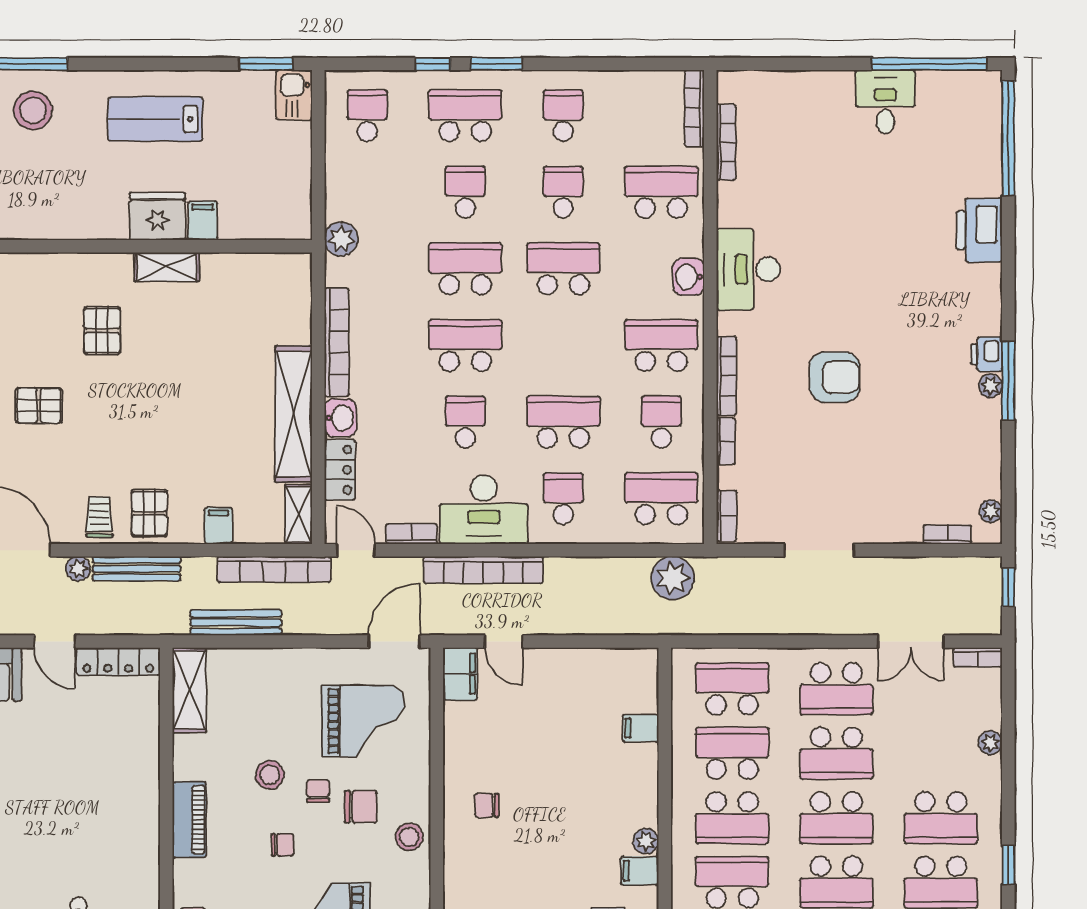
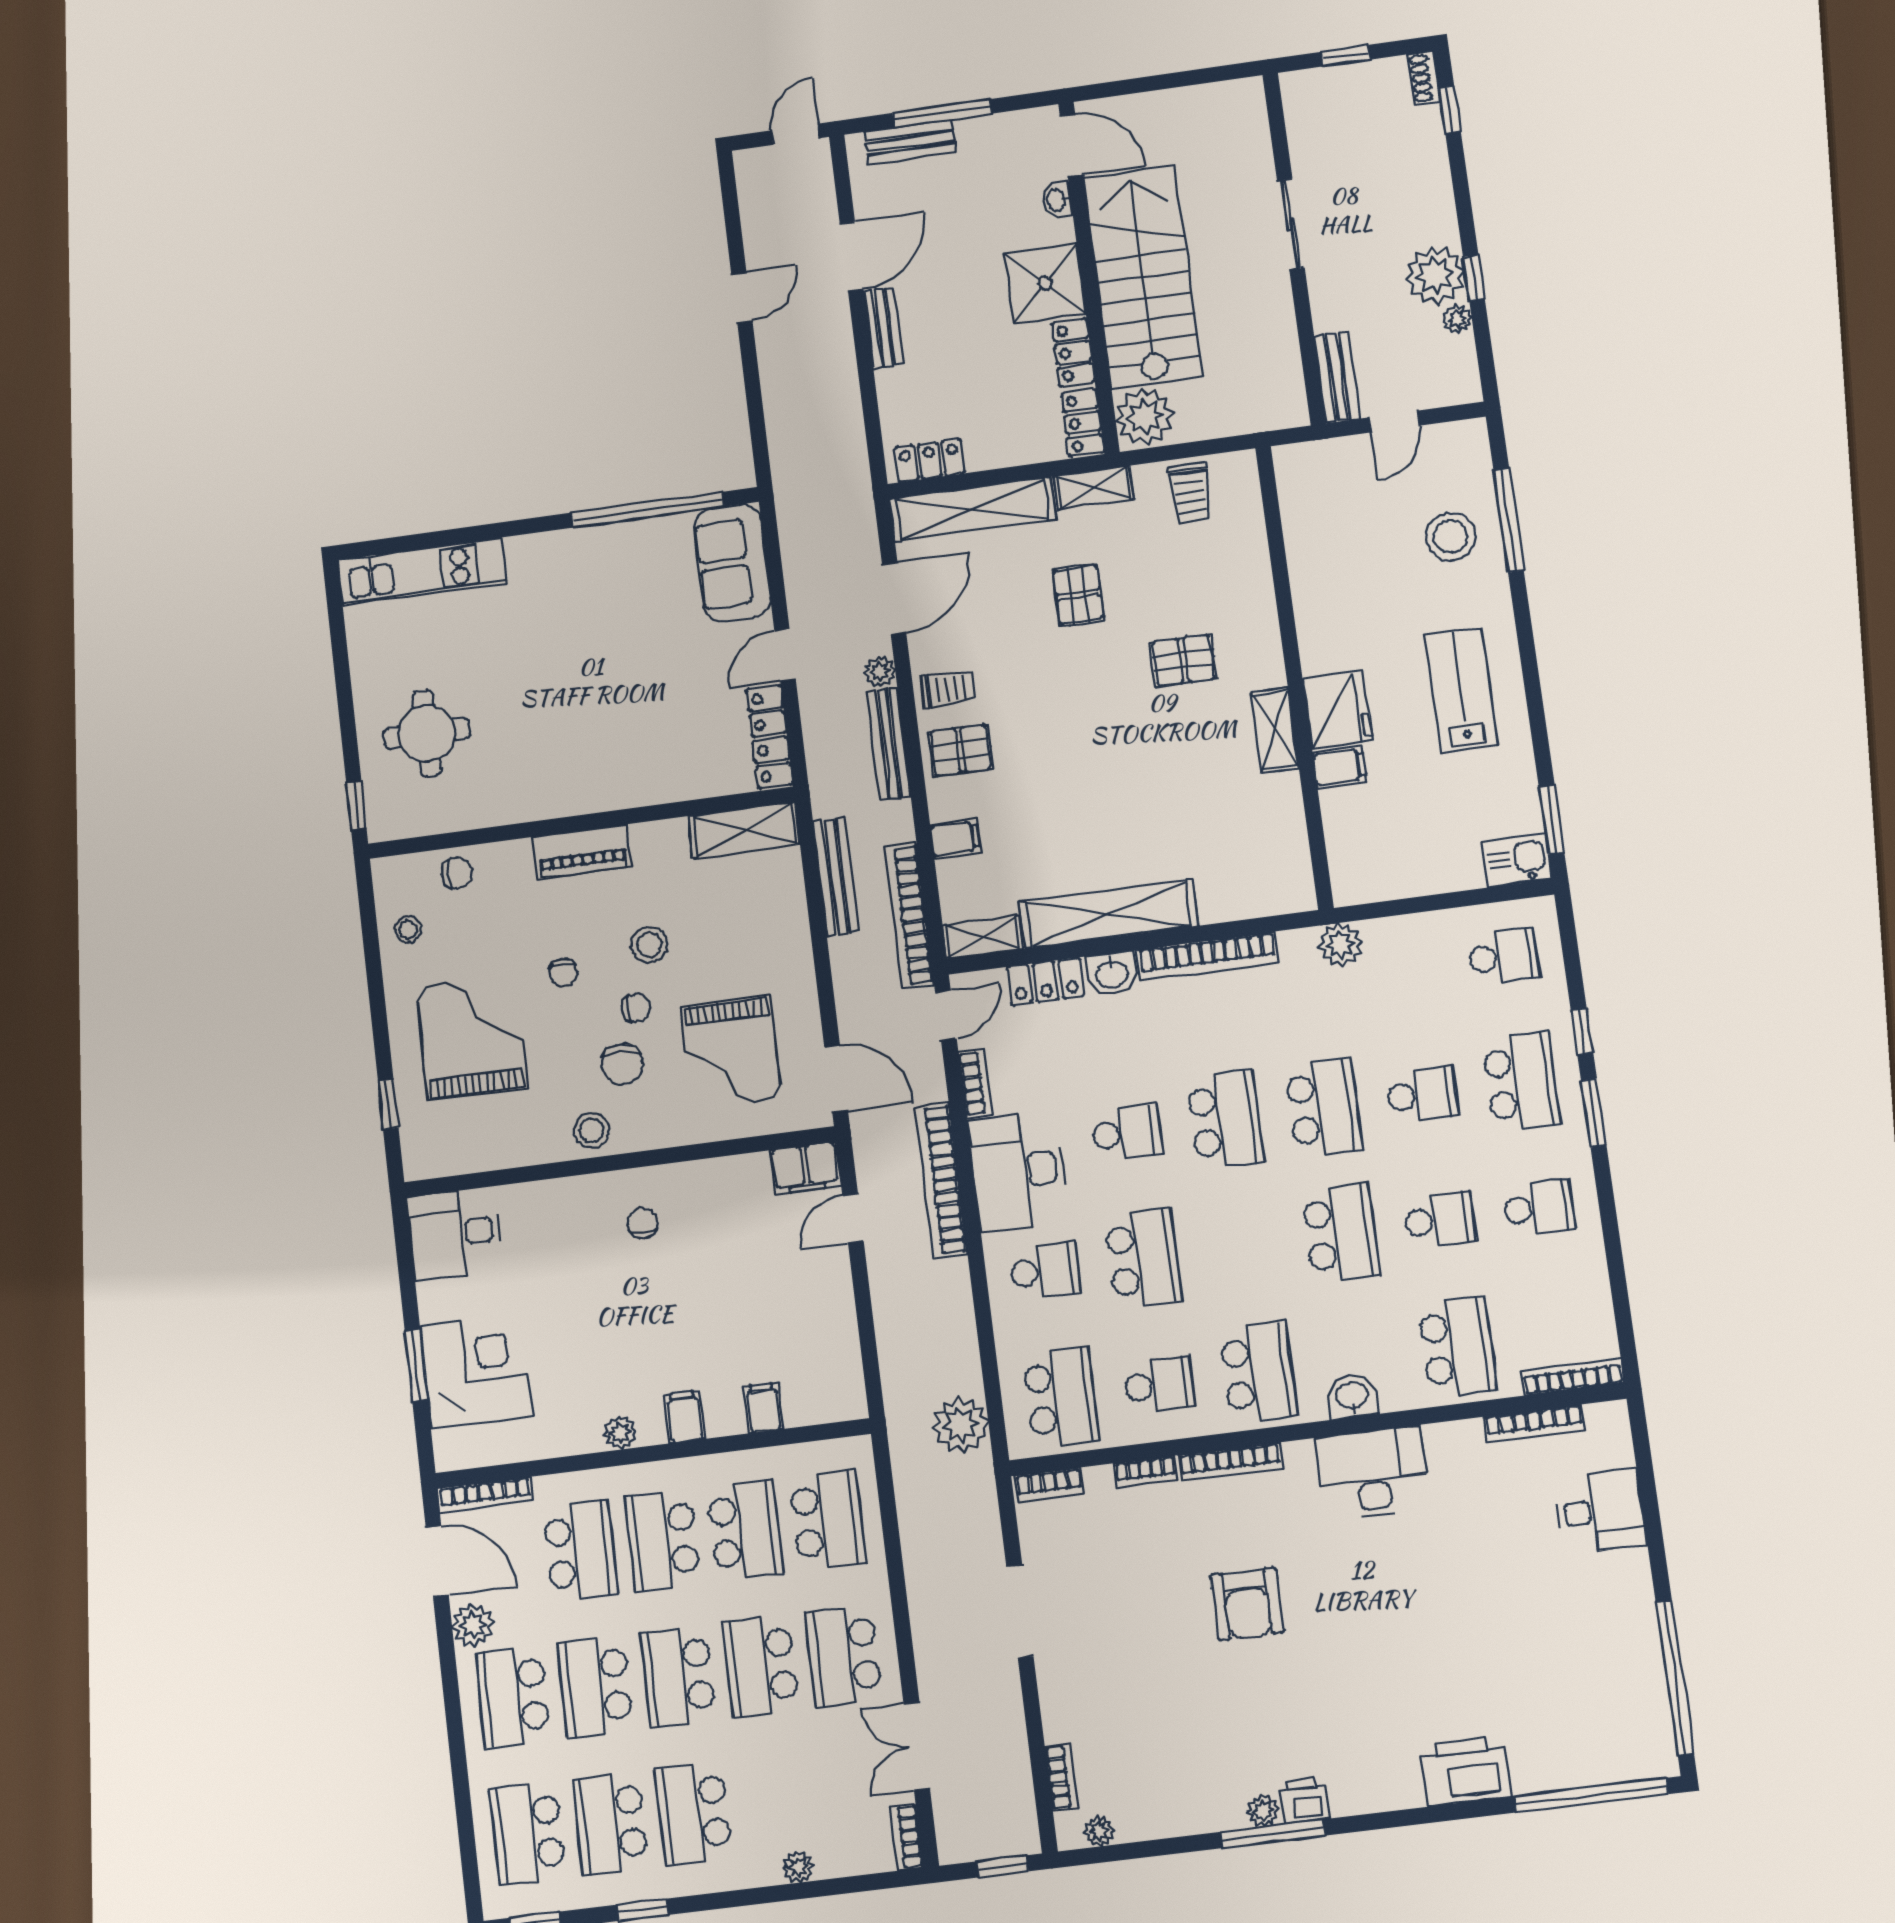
desk: (885, 102) -> (1600, 1511), moved
filing cabinet: (640, 871) -> (684, 1417), moved

